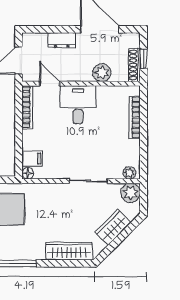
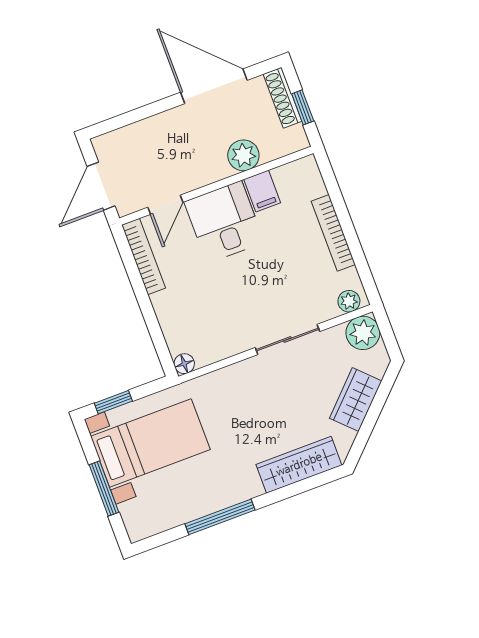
dresser: (62, 40) -> (159, 127), removed
shoe rack: (134, 65) -> (282, 98), moved
door: (50, 84) -> (165, 205), swing flipped
bookcase: (135, 117) -> (333, 233), moved
filing cabinet: (32, 159) -> (262, 191), moved, turned 90

